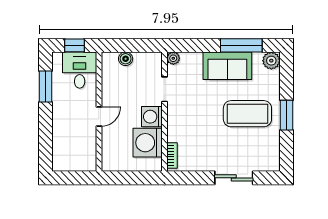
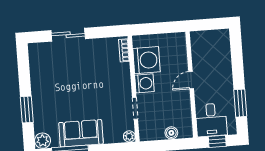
coffee table: (247, 114) -> (60, 92), removed
window: (287, 115) -> (27, 110), moved

